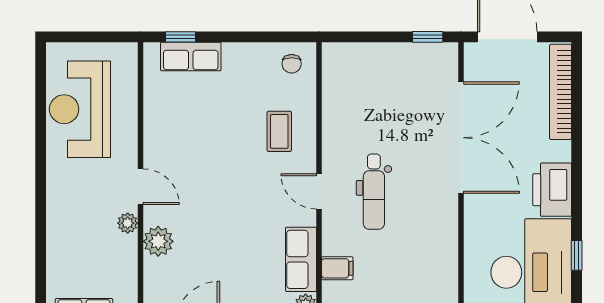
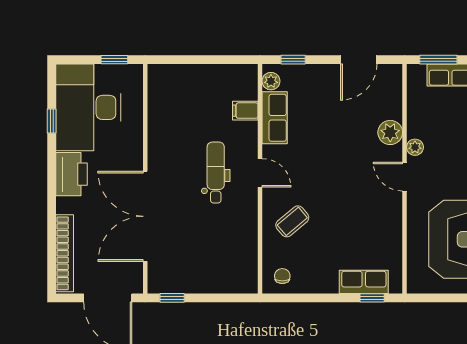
coffee table: (279, 131) -> (292, 221), turned 50

